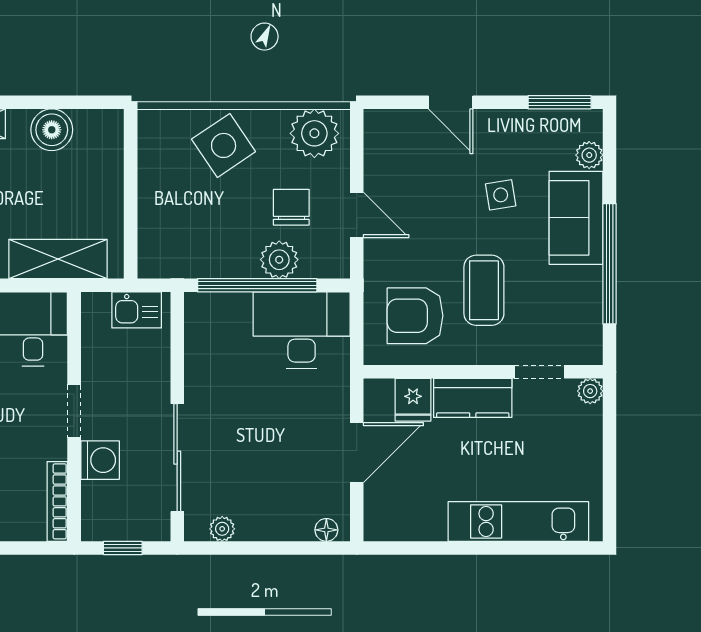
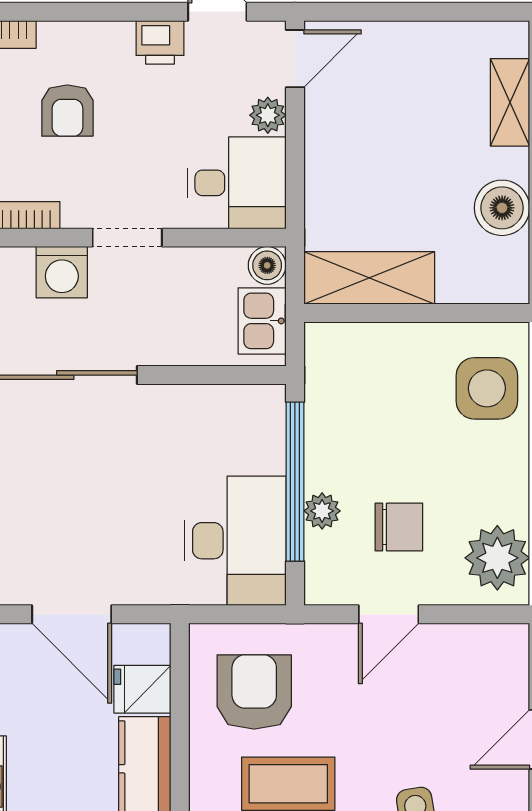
side table: (224, 145) -> (487, 388), moved, turned 34
shelving: (58, 259) -> (369, 278), moved, turned 90
plant: (279, 260) -> (322, 511), width x0.73, depth x0.73
boiler: (95, 306) -> (267, 265), added

